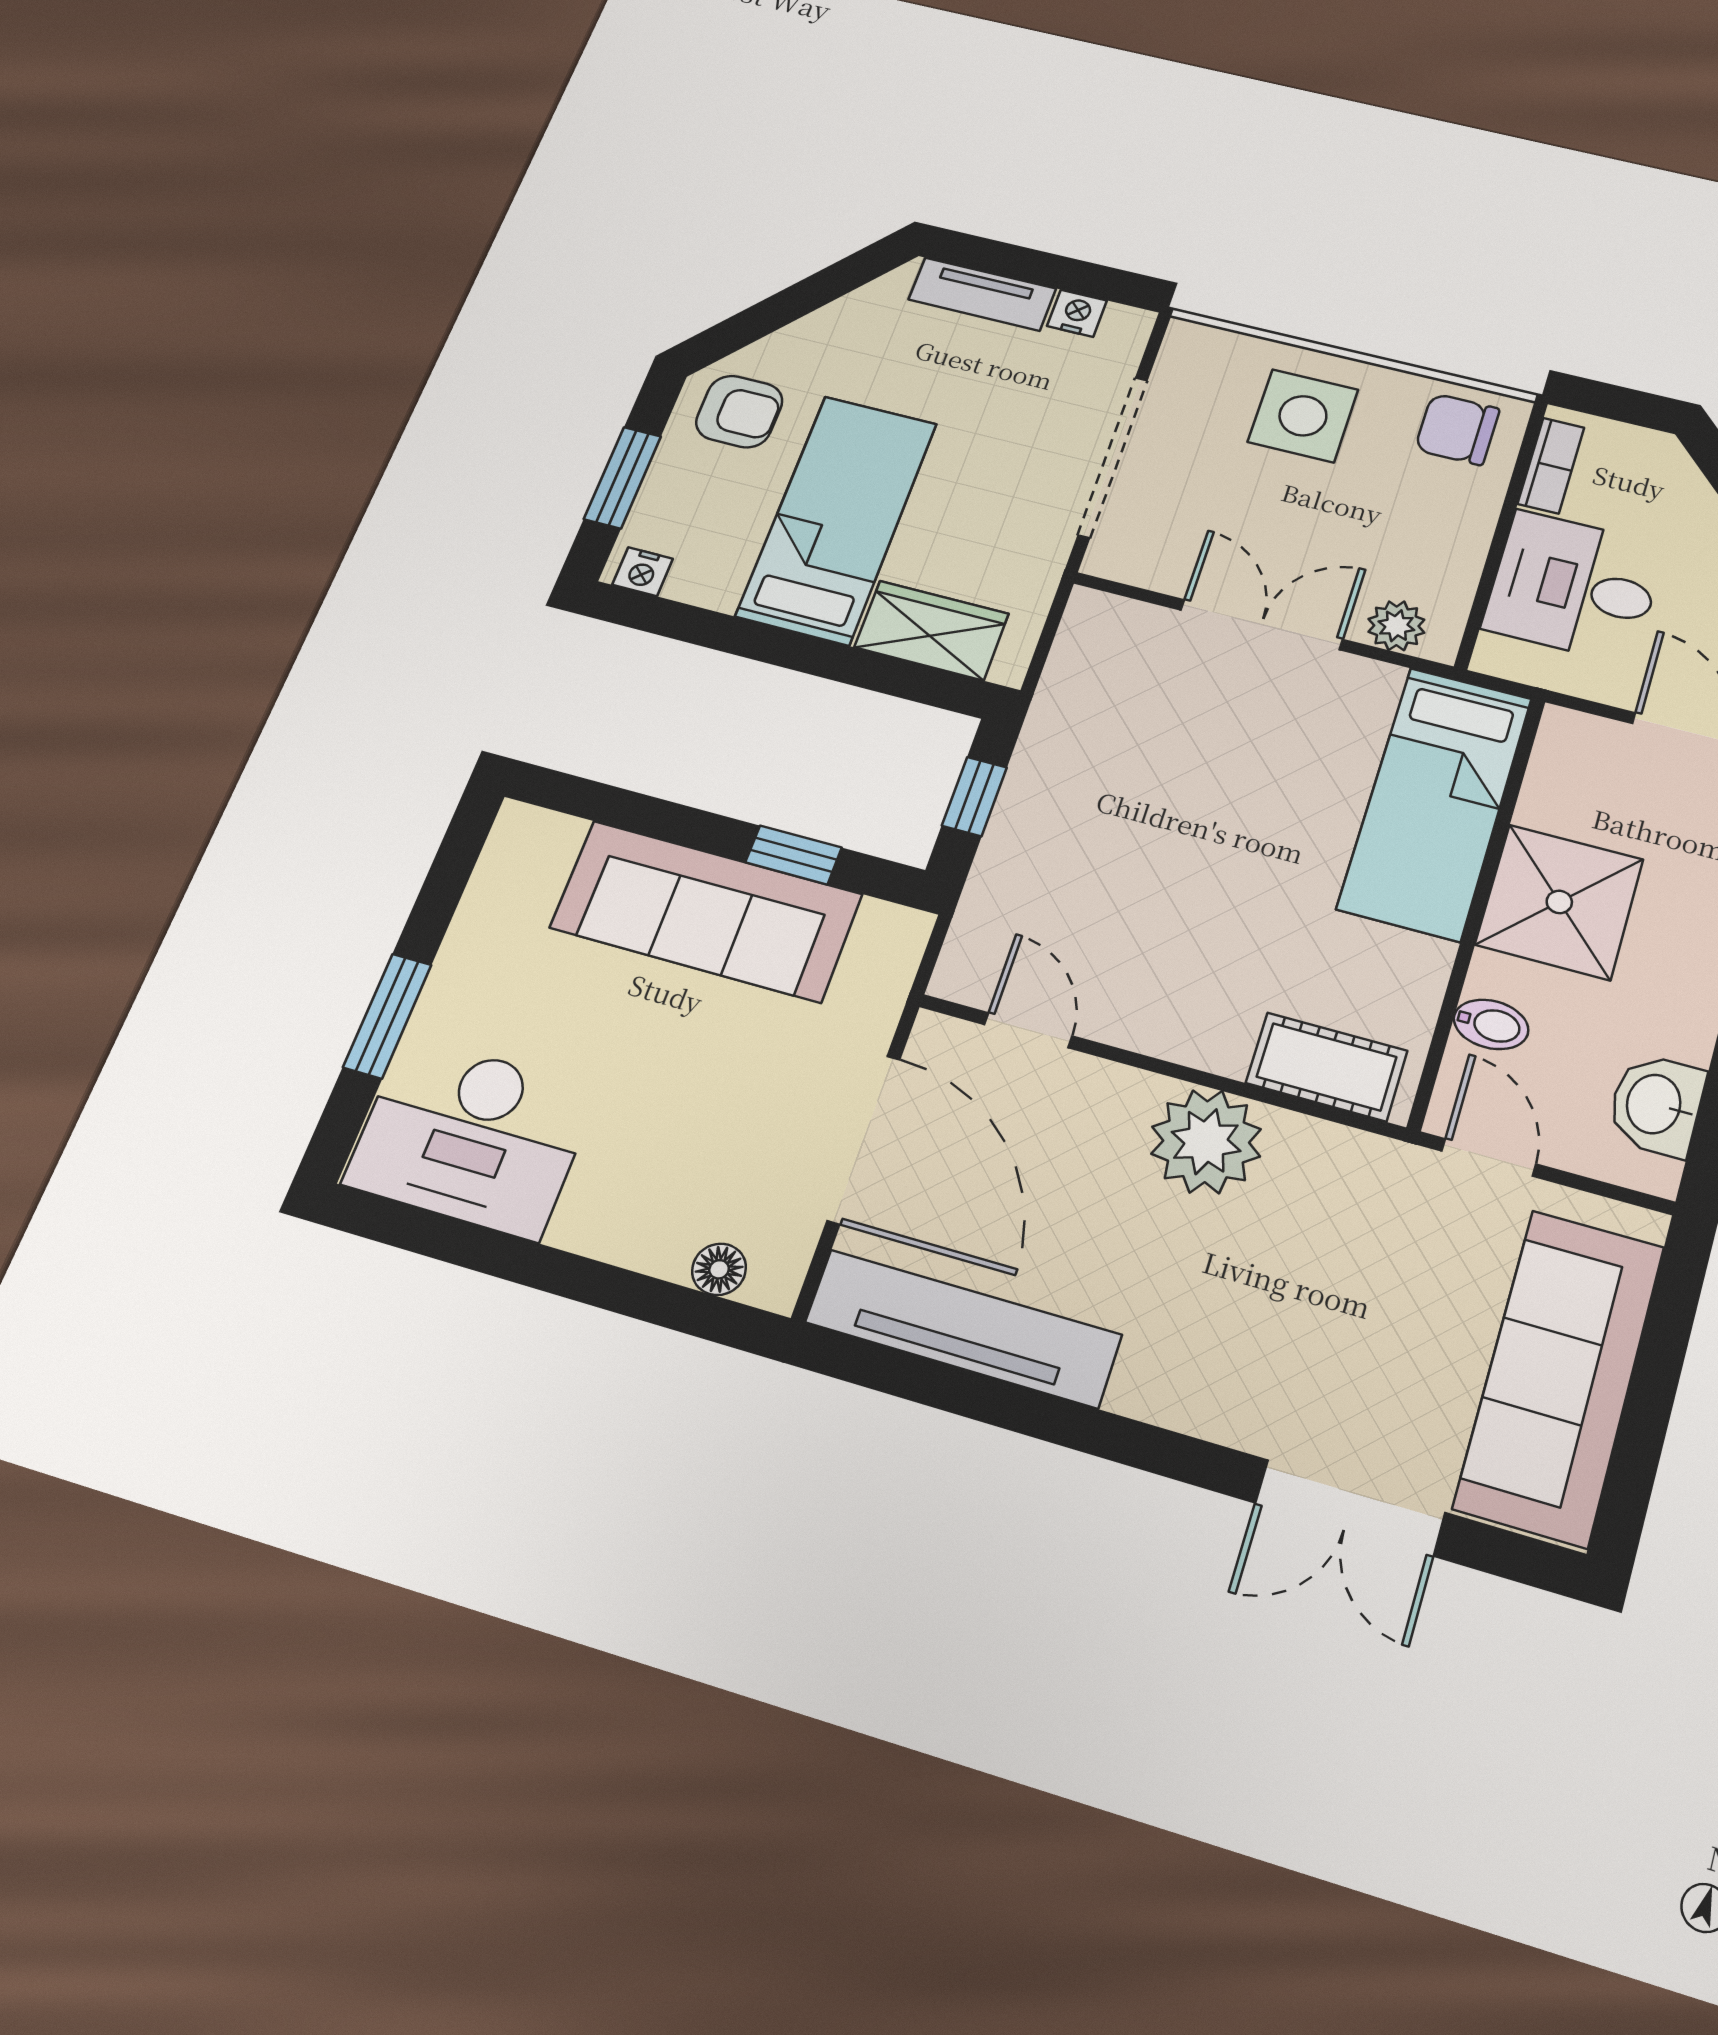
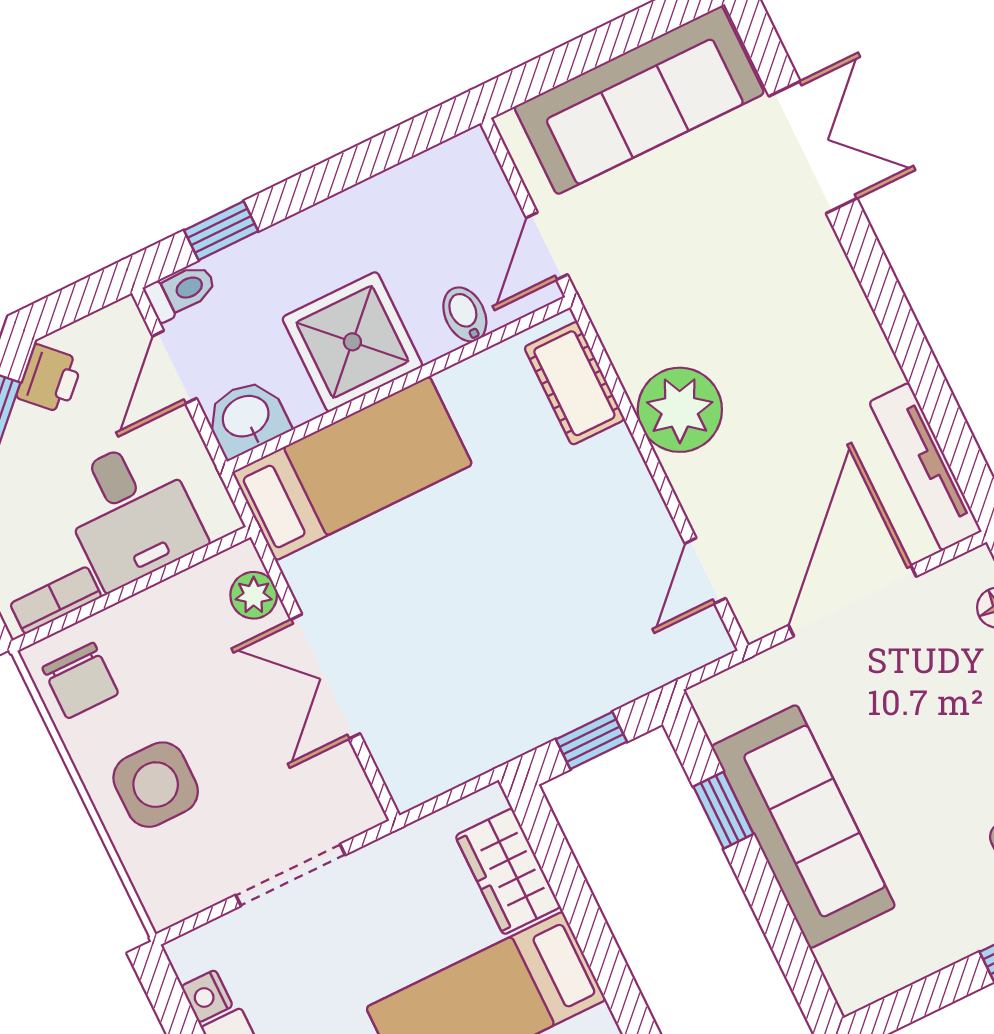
doorway: (1113, 457) -> (290, 875), width x0.73
washbasin: (1656, 1105) -> (246, 418), moved, turned 180
tv unit: (963, 1328) -> (925, 467), width x0.73, depth x0.78

